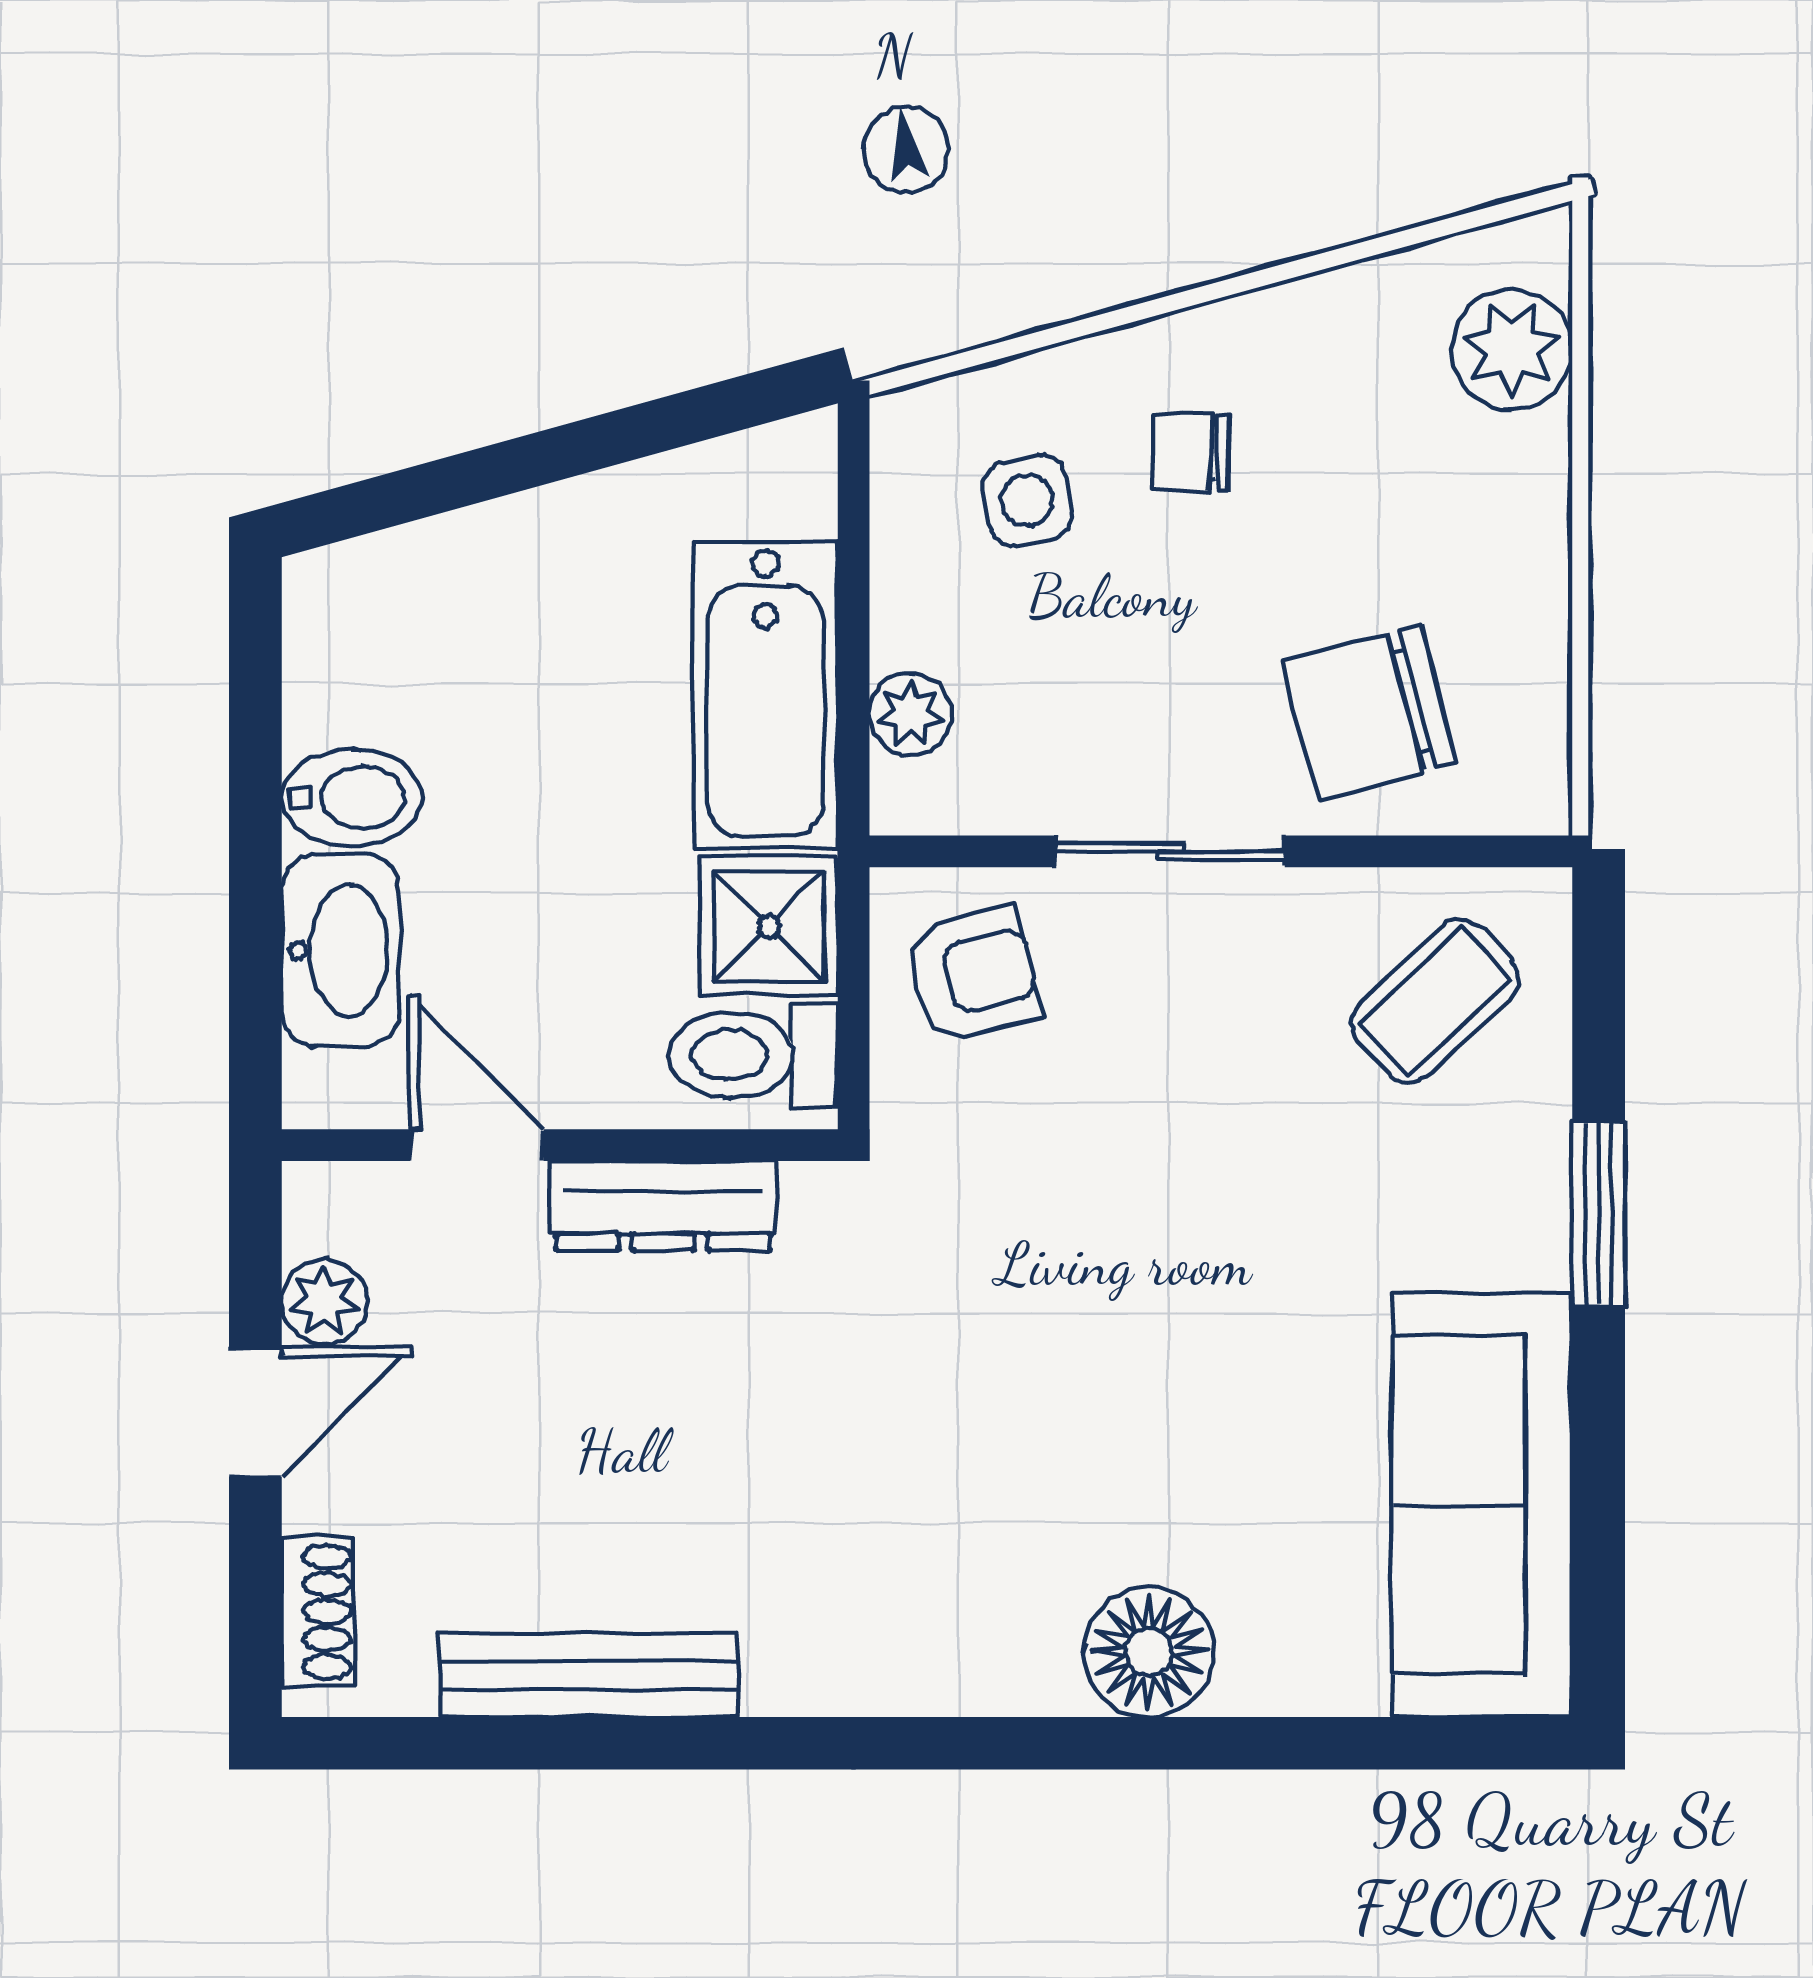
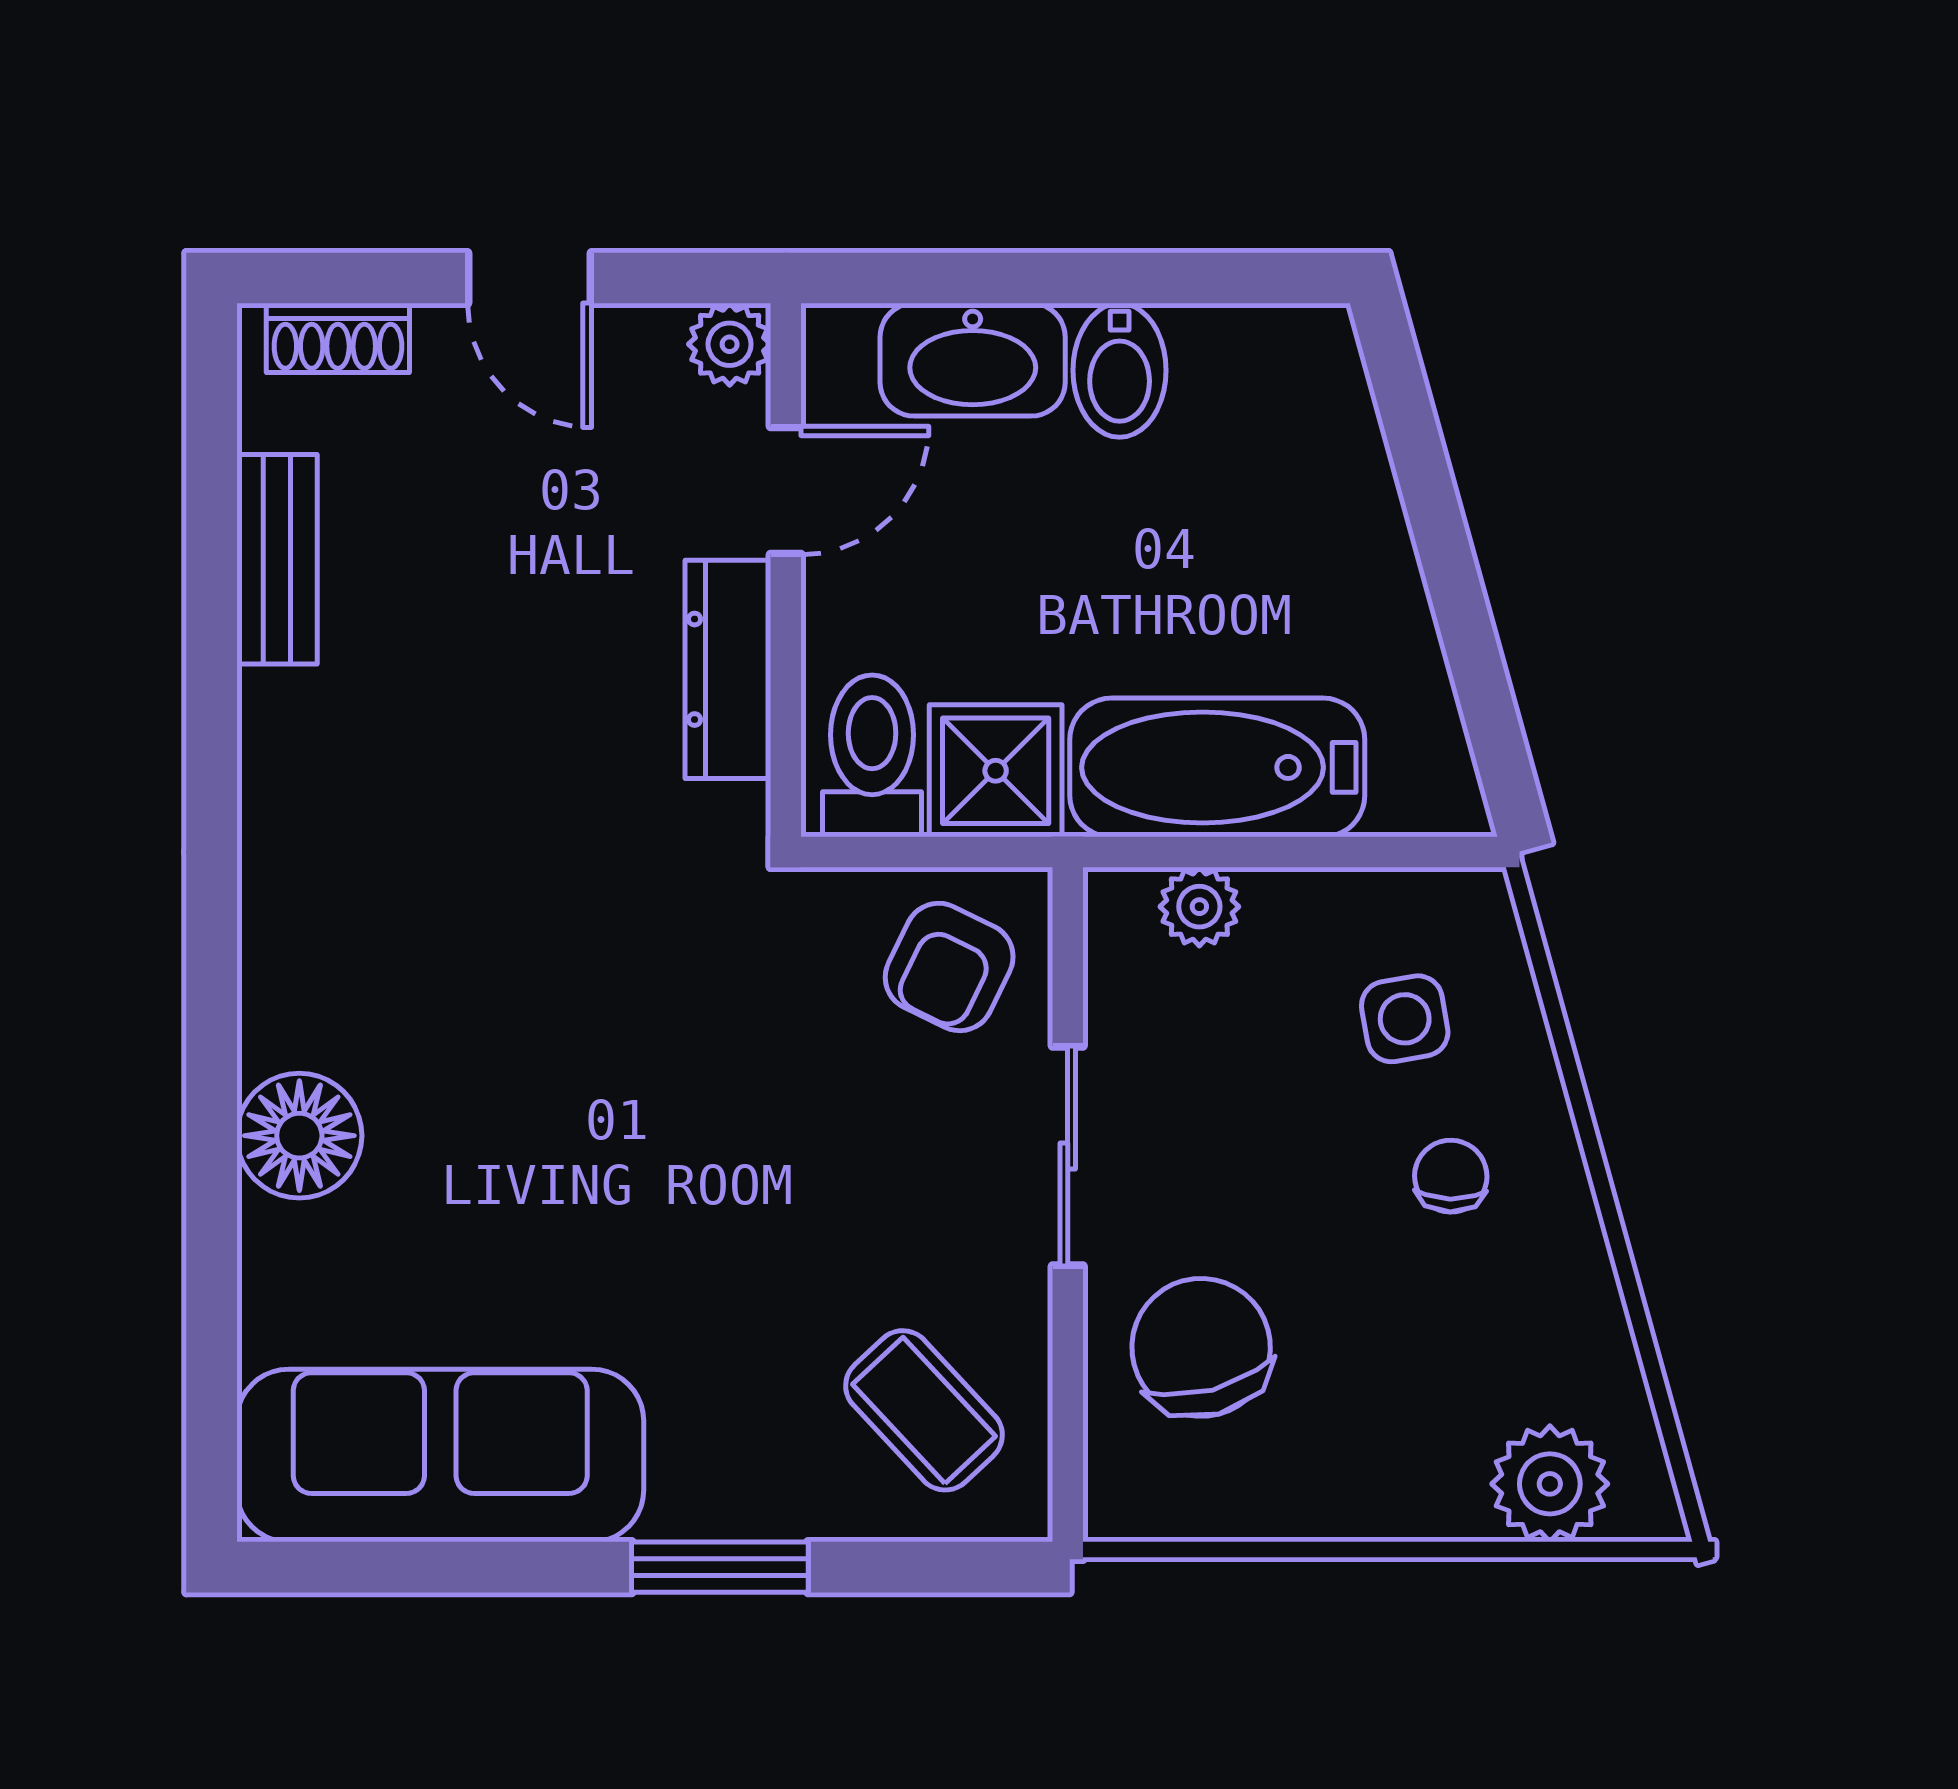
armchair: (973, 975) -> (949, 967), turned 40
plant: (324, 1302) -> (730, 344), moved
bench: (588, 1675) -> (277, 559), width x0.73

